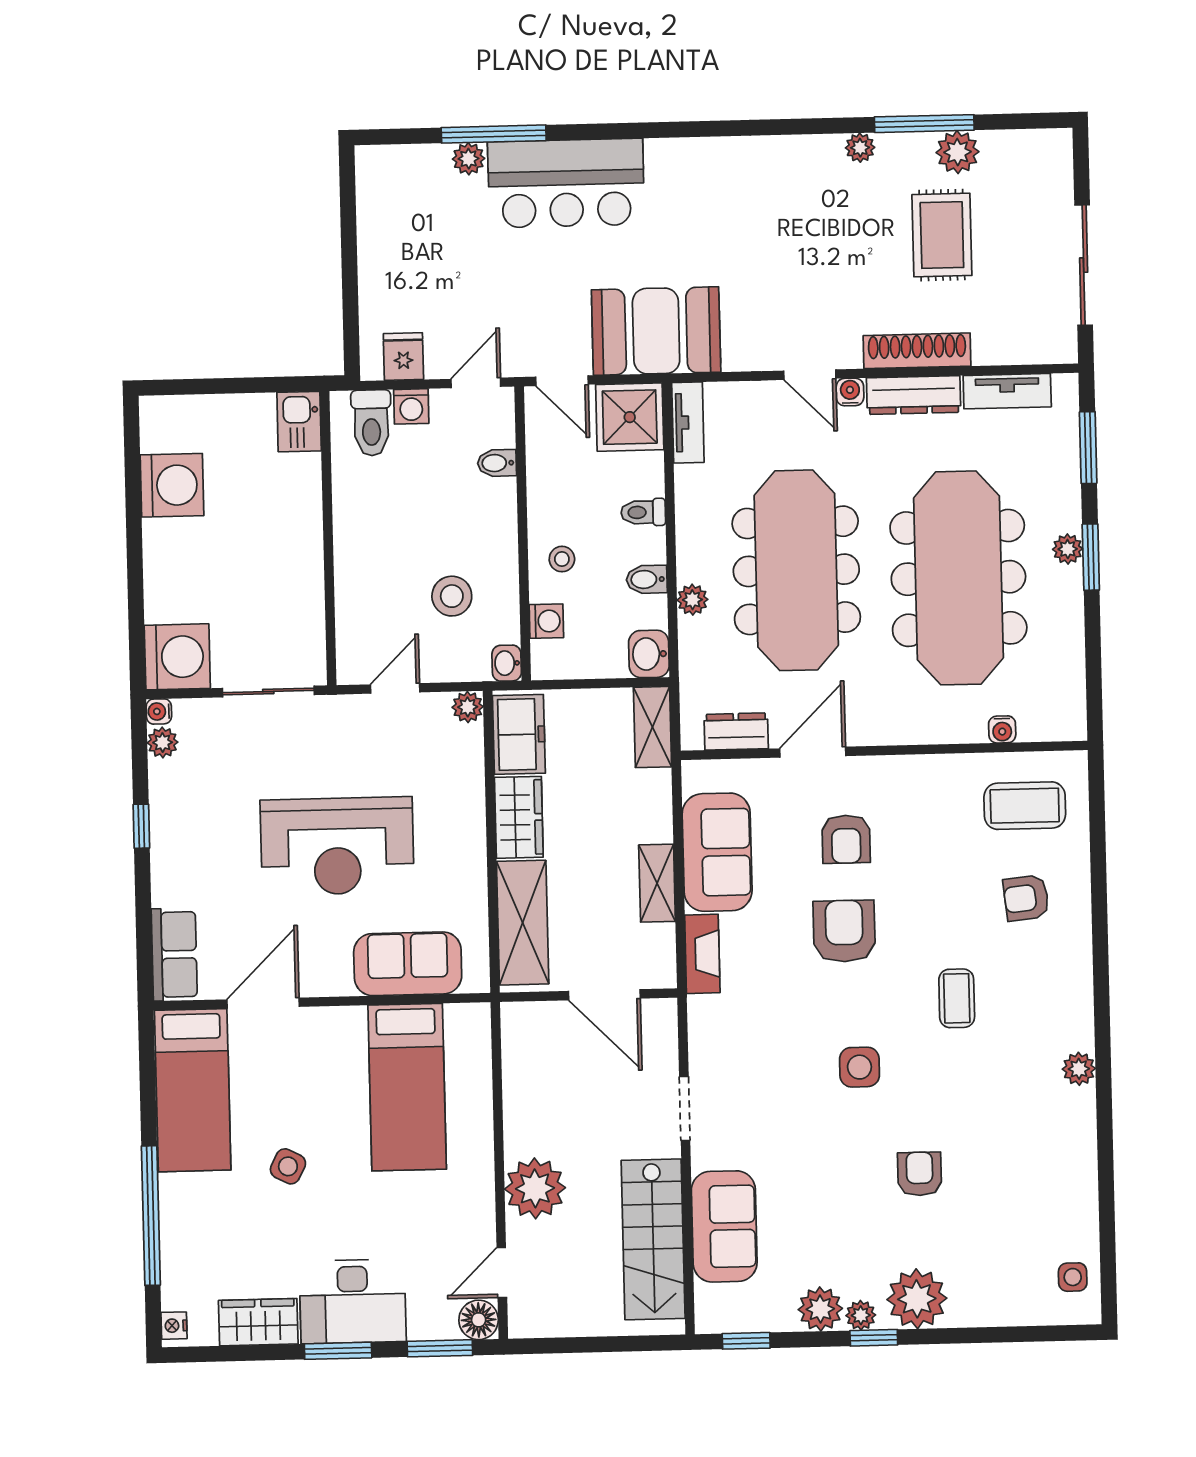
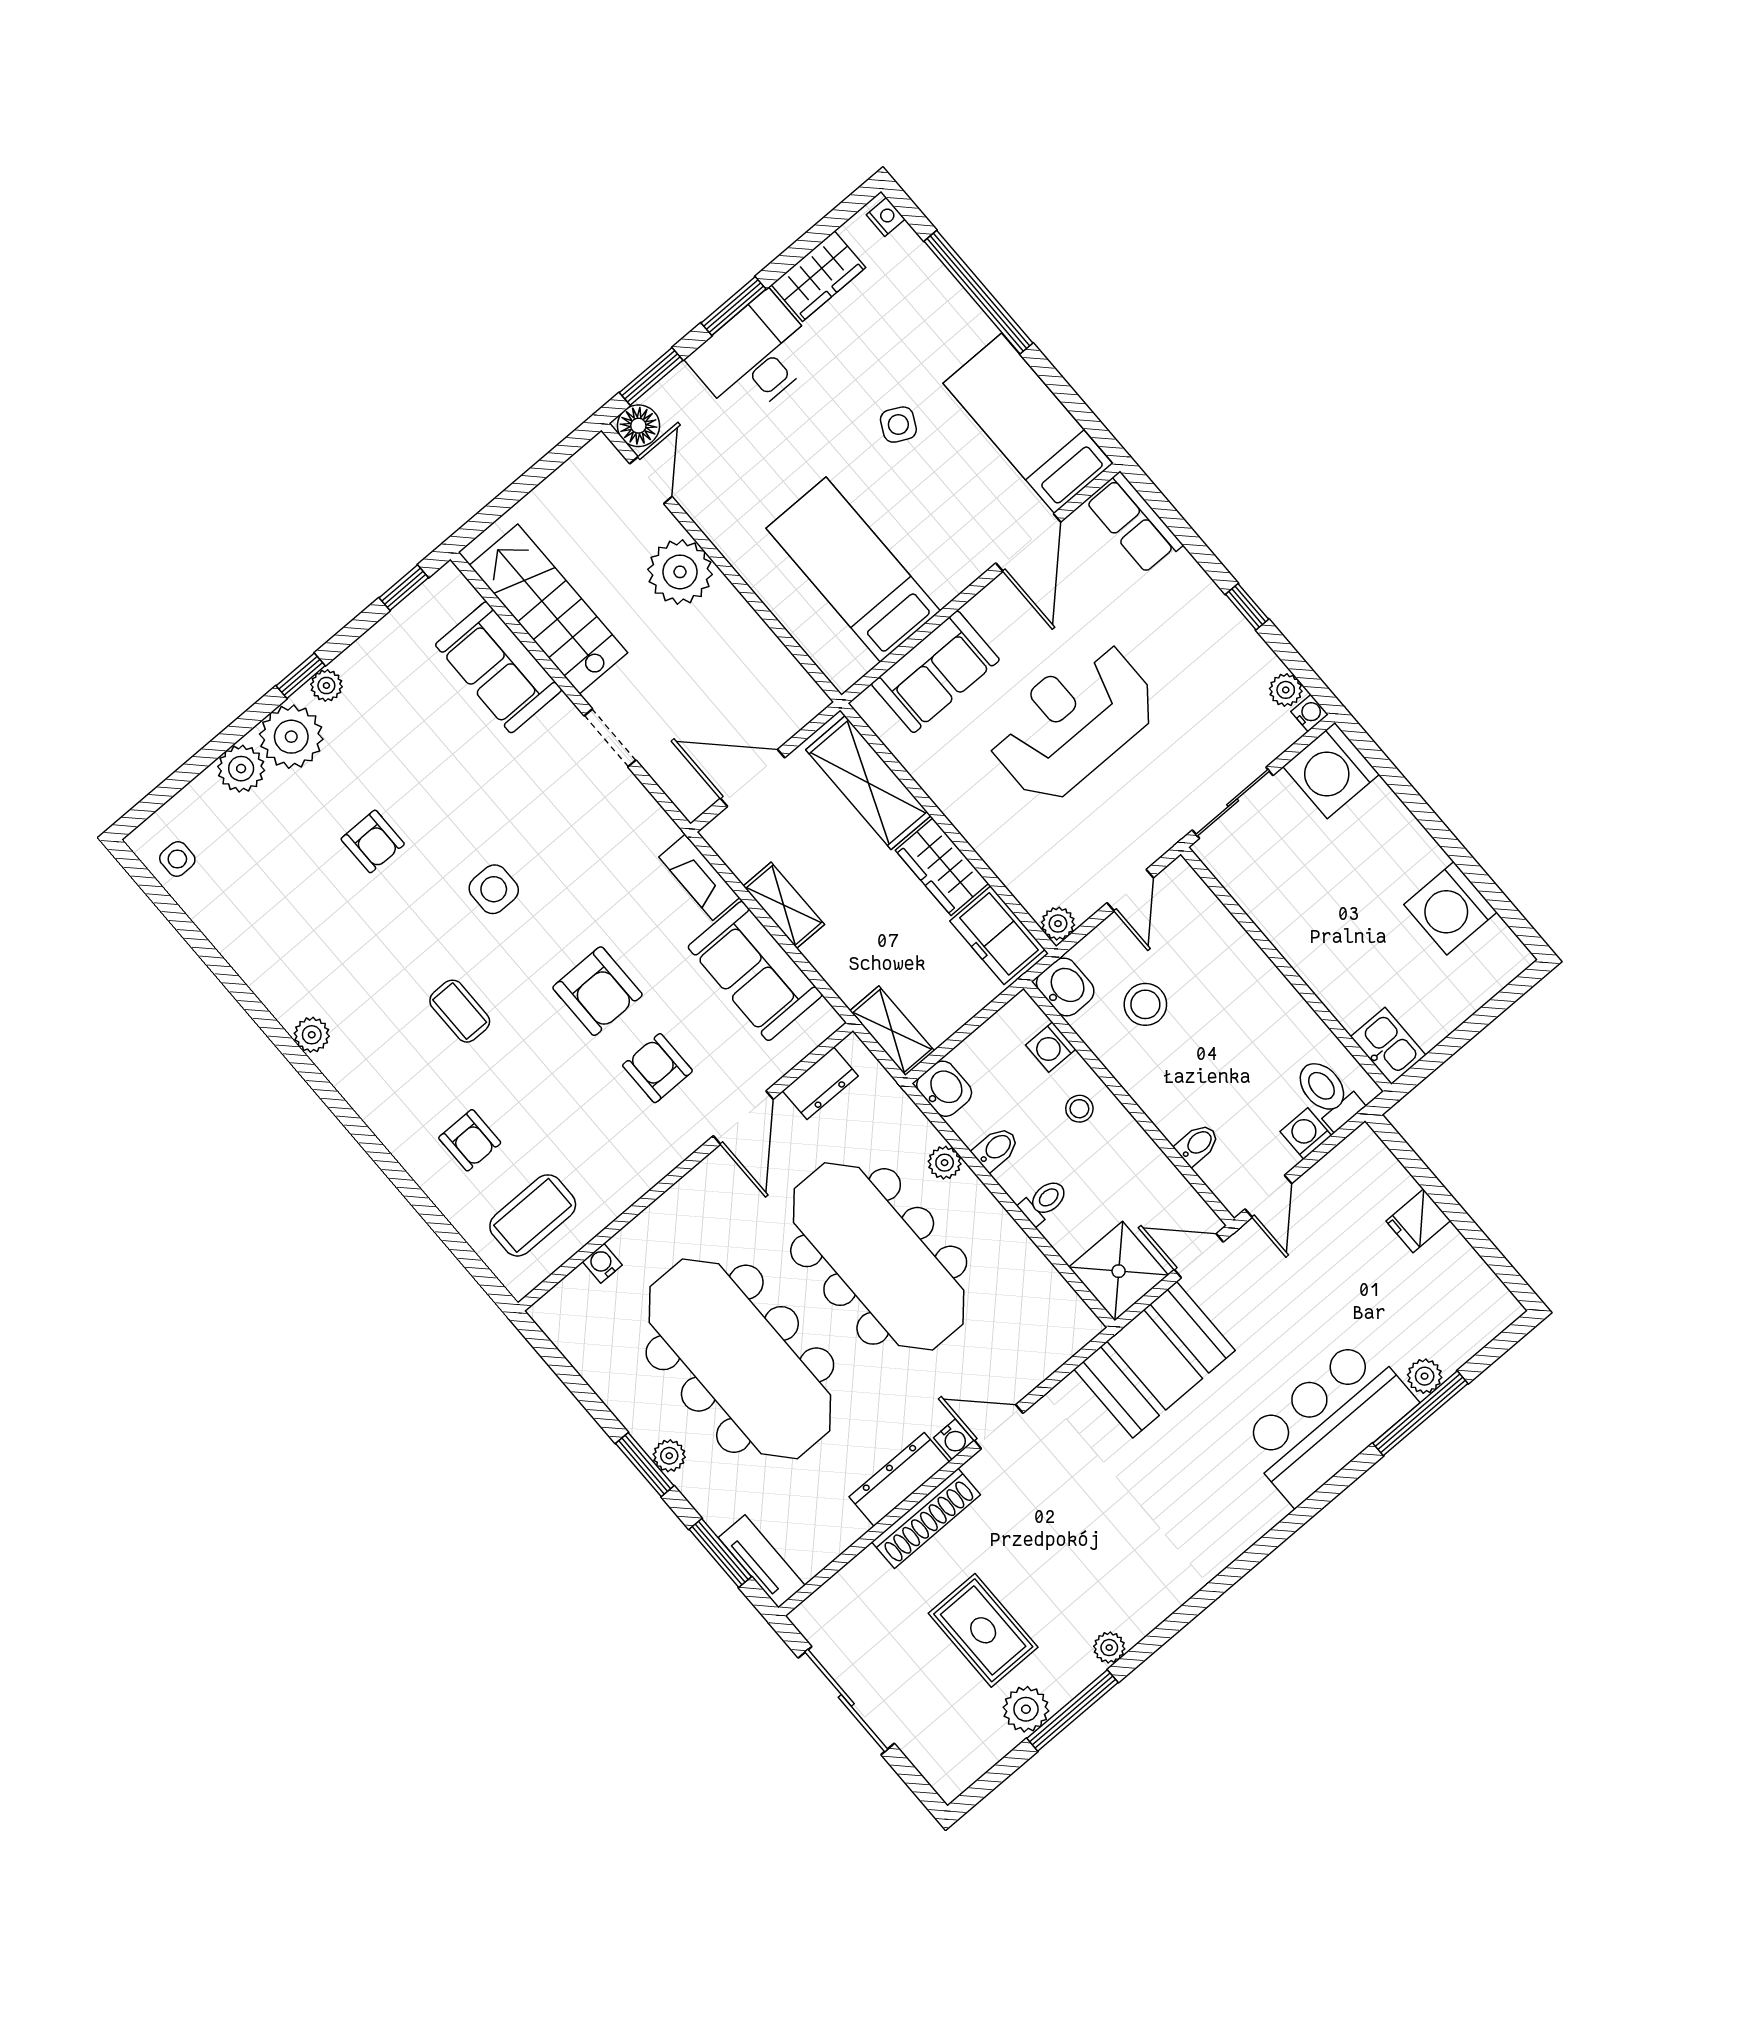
fridge: (403, 357) -> (1418, 1221), moved, turned 90
tv unit: (1007, 391) -> (762, 1562), moved, turned 90
tv unit: (688, 423) -> (1067, 1306), removed
washbasin: (507, 663) -> (1065, 987), width x1.38, depth x1.45
armchair: (1026, 898) -> (470, 1140), turned 96
plant: (820, 1309) -> (241, 769), moved

